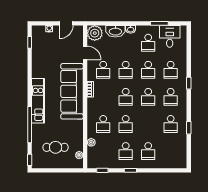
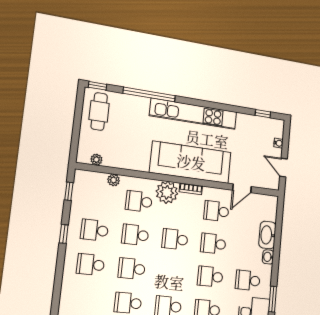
plant: (95, 33) -> (167, 192), moved
school desk: (148, 97) -> (132, 269), moved
kitchen unit: (38, 101) -> (194, 114), width x1.36
cafe table: (56, 147) -> (99, 111), moved

